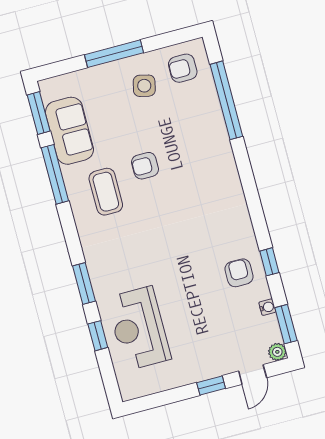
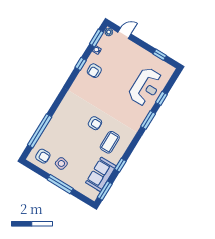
armchair: (145, 166) -> (95, 123), moved
window: (55, 174) -> (120, 165), width x0.46
window: (211, 386) -> (160, 55), moved

